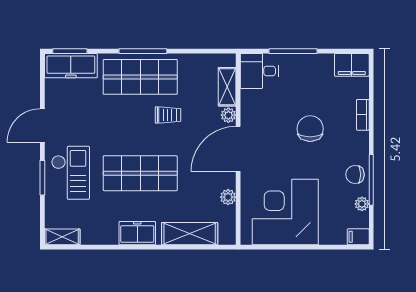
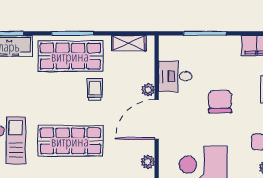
desk: (259, 71) -> (175, 76), moved
shelving: (227, 87) -> (129, 43), moved, turned 90
trolley: (168, 115) -> (95, 90), turned -90

